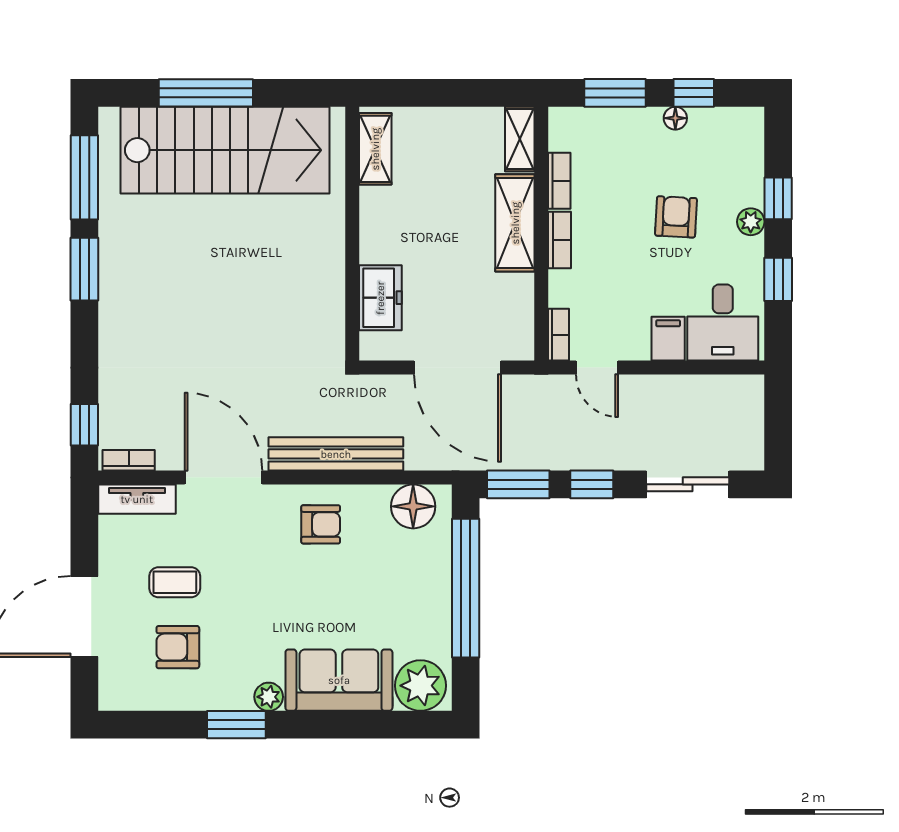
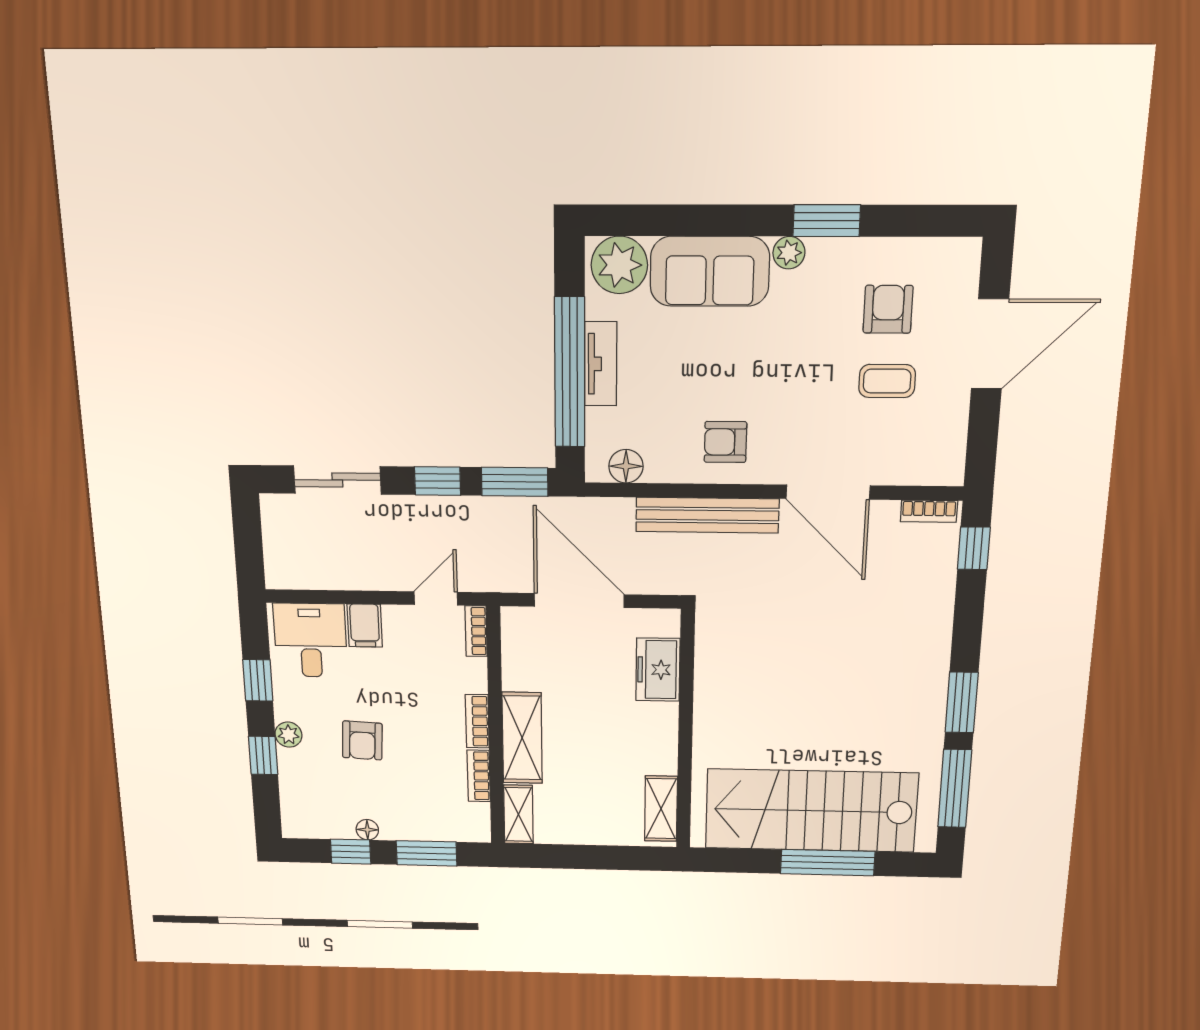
door: (597, 368) -> (436, 598), hinge flipped
tv unit: (137, 499) -> (601, 364), moved, turned 90
floor lamp: (413, 506) -> (626, 466), width x0.73, depth x0.73
armchair: (178, 647) -> (888, 309), turned -90

